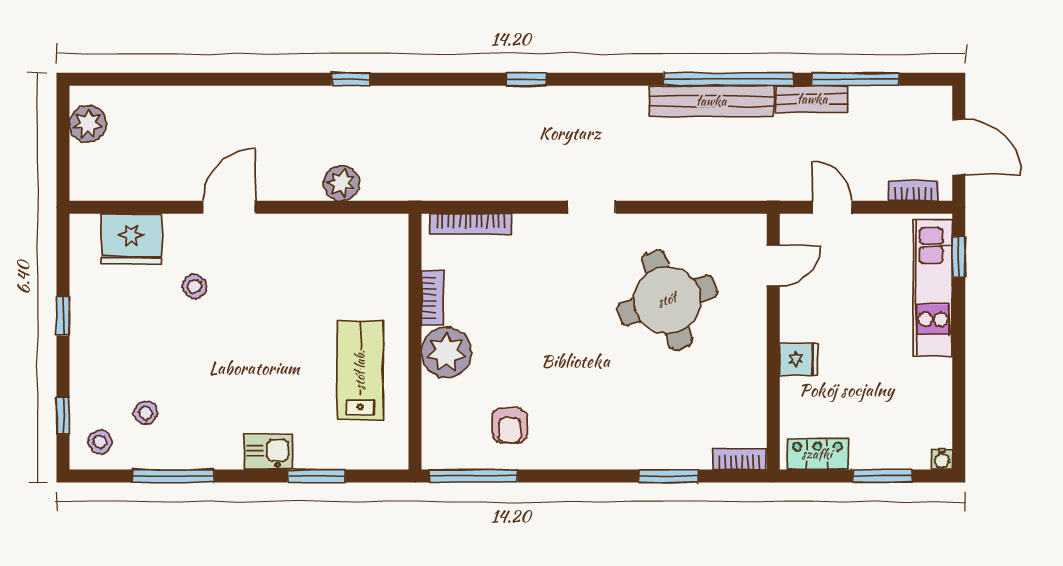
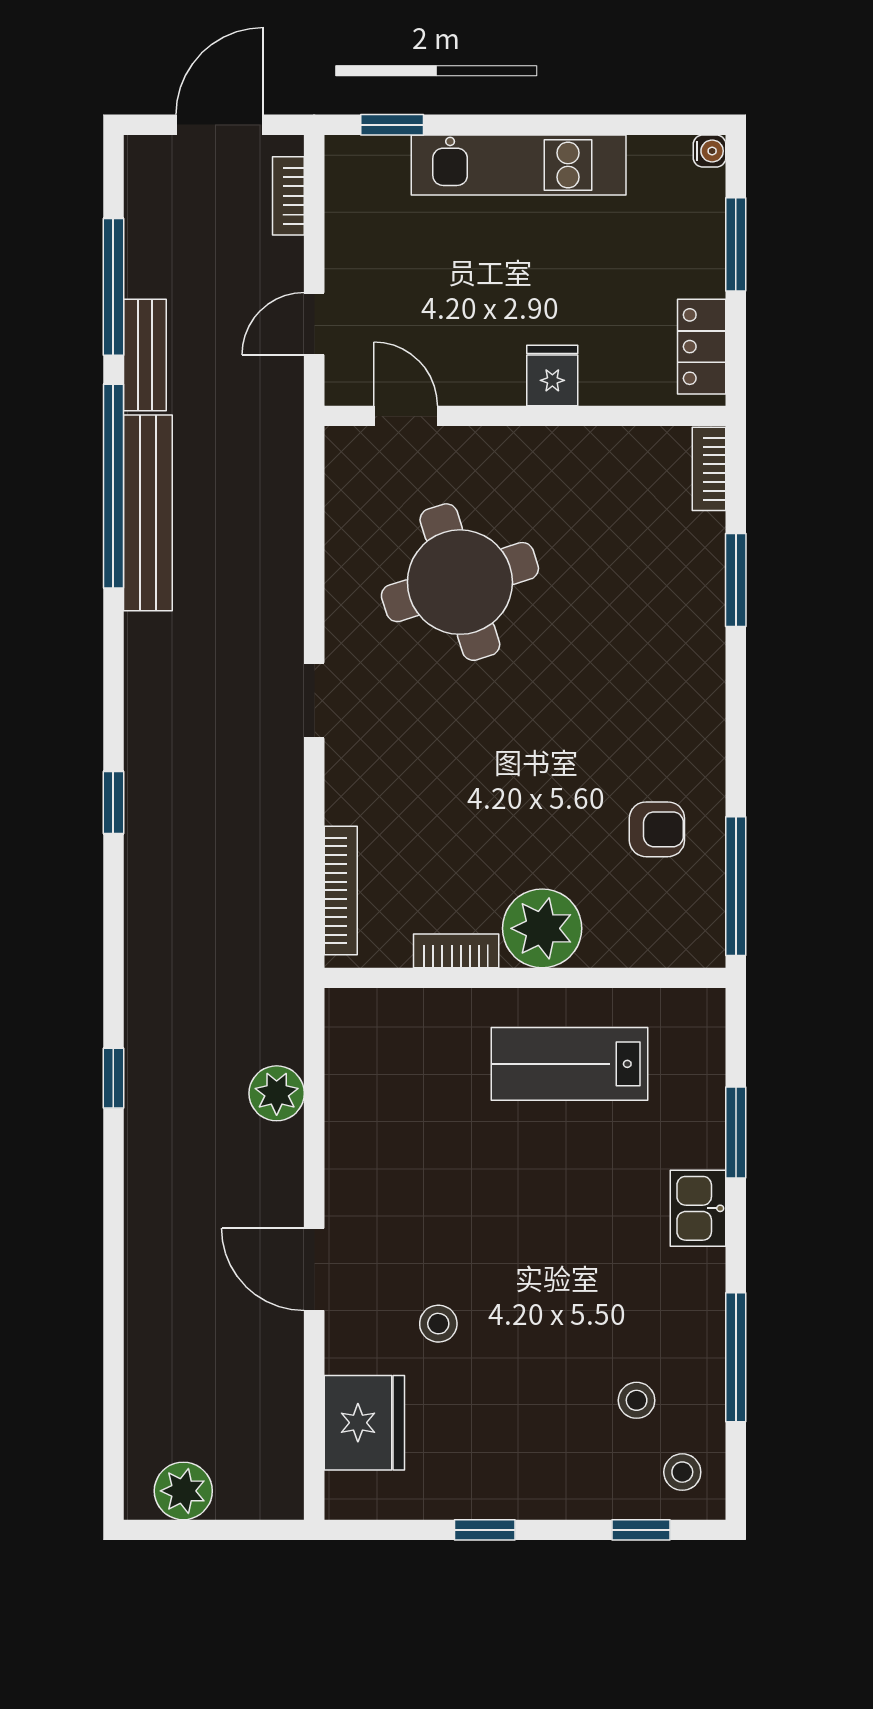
kitchen unit: (933, 288) -> (519, 165), moved

